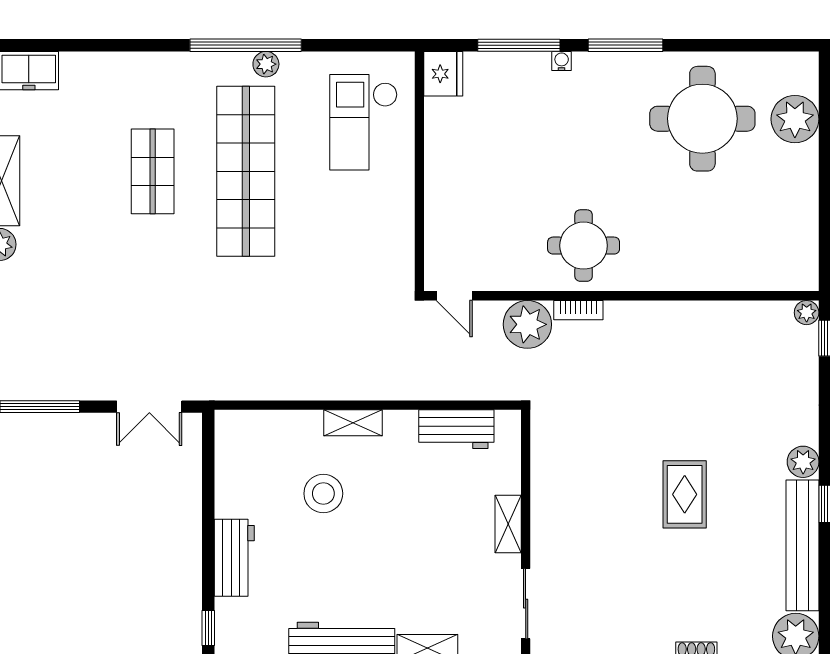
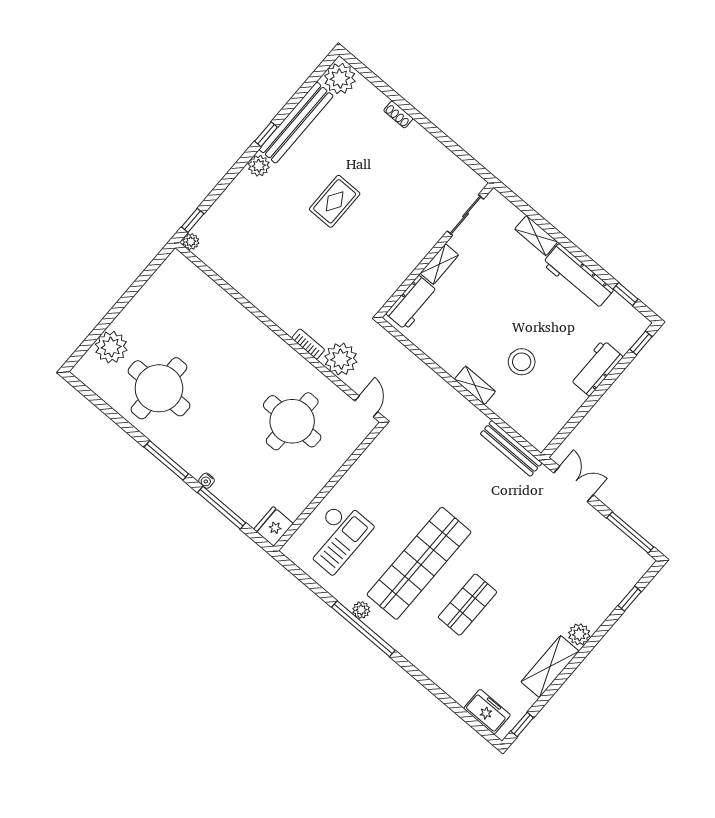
round table: (584, 246) -> (292, 421), moved, width x1.36, depth x1.36
bench: (253, 387) -> (511, 448), added
workbench: (456, 429) -> (412, 303), moved, turned 90

